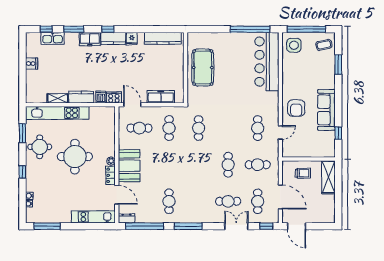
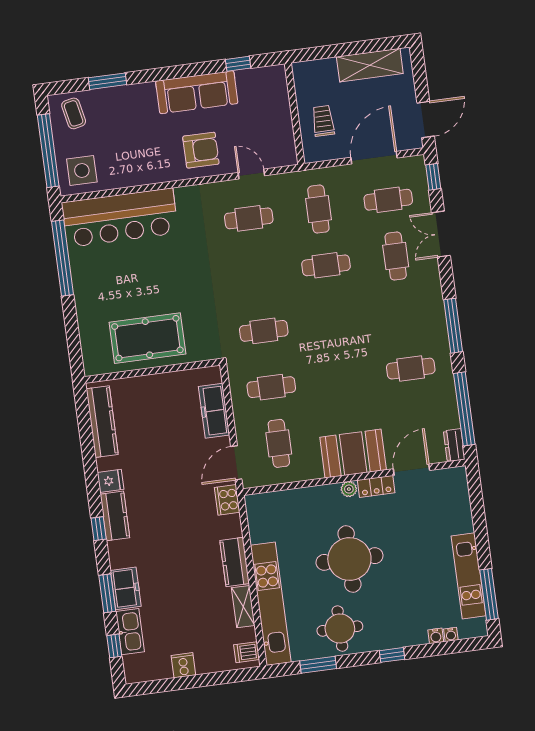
freezer: (90, 39) -> (126, 588), moved
dishwasher: (101, 97) -> (247, 652), moved
shelving: (328, 177) -> (370, 65), moved
kitchen unit: (93, 217) -> (469, 576), moved

